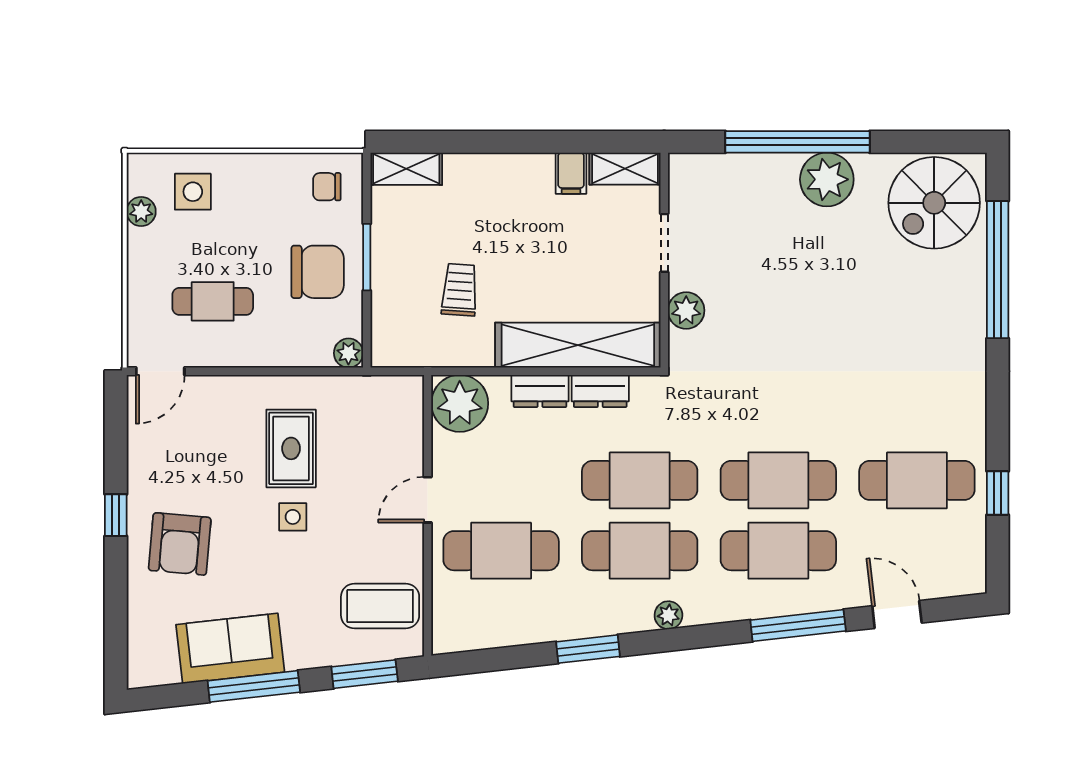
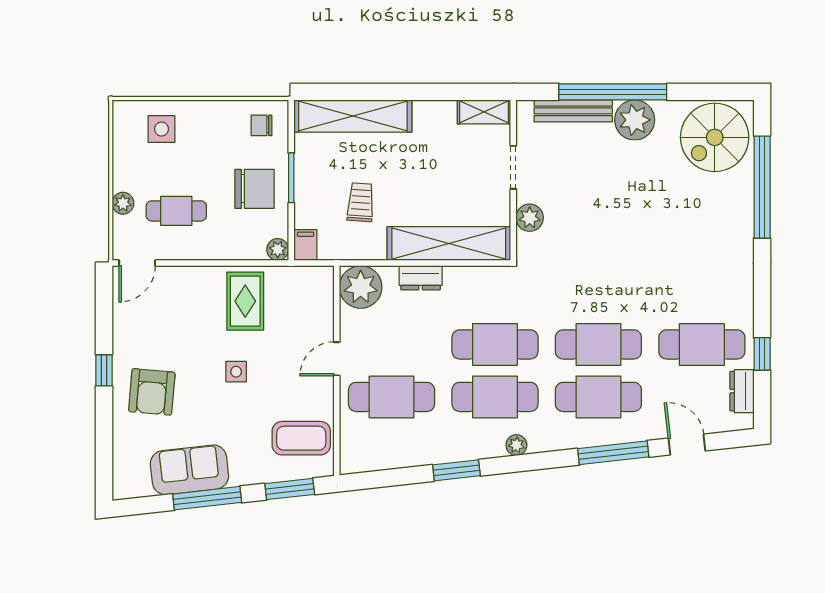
bench: (745, 167) -> (573, 111), added
shelving: (406, 169) -> (353, 116), width x2.20, depth x1.33
filing cabinet: (571, 173) -> (305, 245), moved, turned 180
plant: (141, 212) -> (123, 203), moved
dresser: (600, 391) -> (742, 391), moved, turned 90
rug: (291, 448) -> (245, 301), moved

